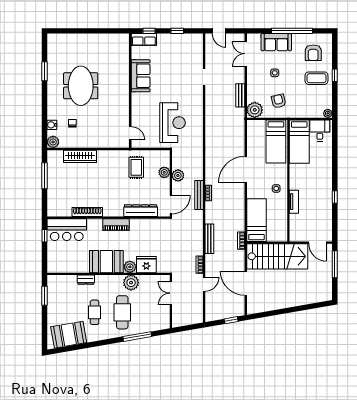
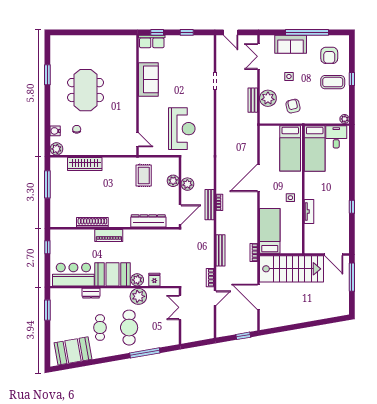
plant: (255, 110) -> (268, 98), moved
piano: (116, 225) -> (109, 236), moved
bar counter: (67, 230) -> (73, 275), moved, turned 180
fridge: (146, 265) -> (154, 280), width x0.53, depth x0.75

